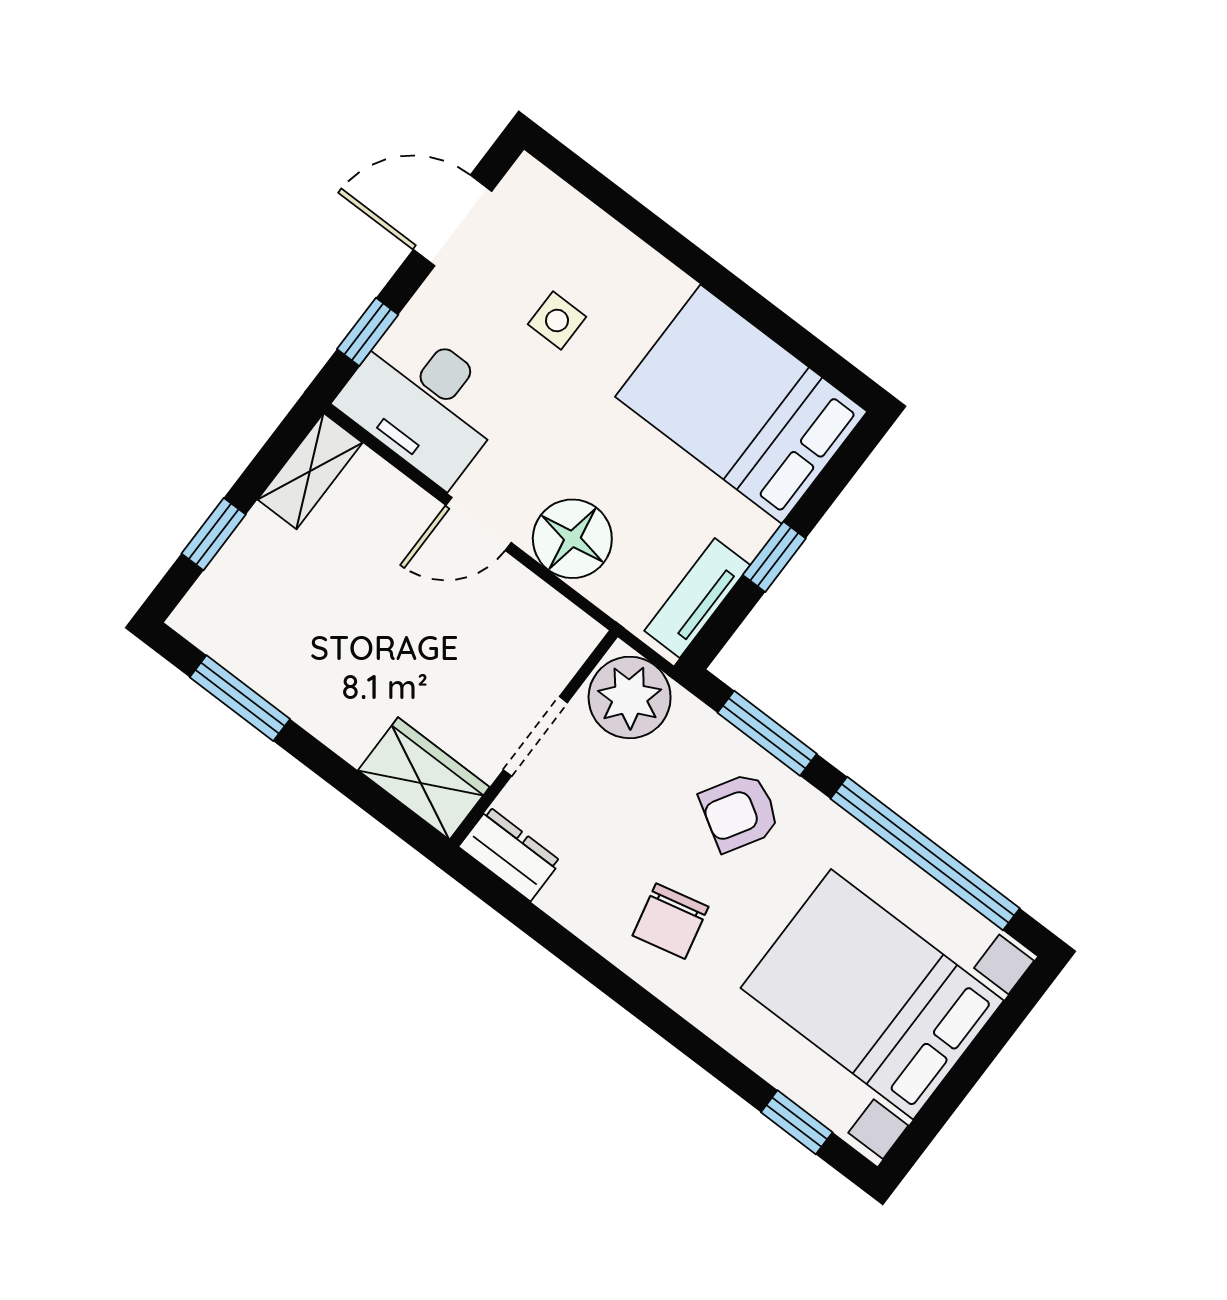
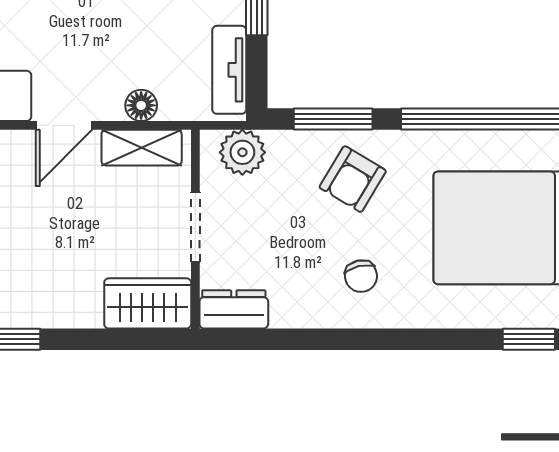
floor lamp: (572, 539) -> (141, 105), width x0.53, depth x0.53
shelving: (542, 610) -> (142, 148), added
plant: (630, 697) -> (242, 152), width x0.73, depth x0.73
chair: (670, 921) -> (361, 276), width x0.73, depth x0.73

